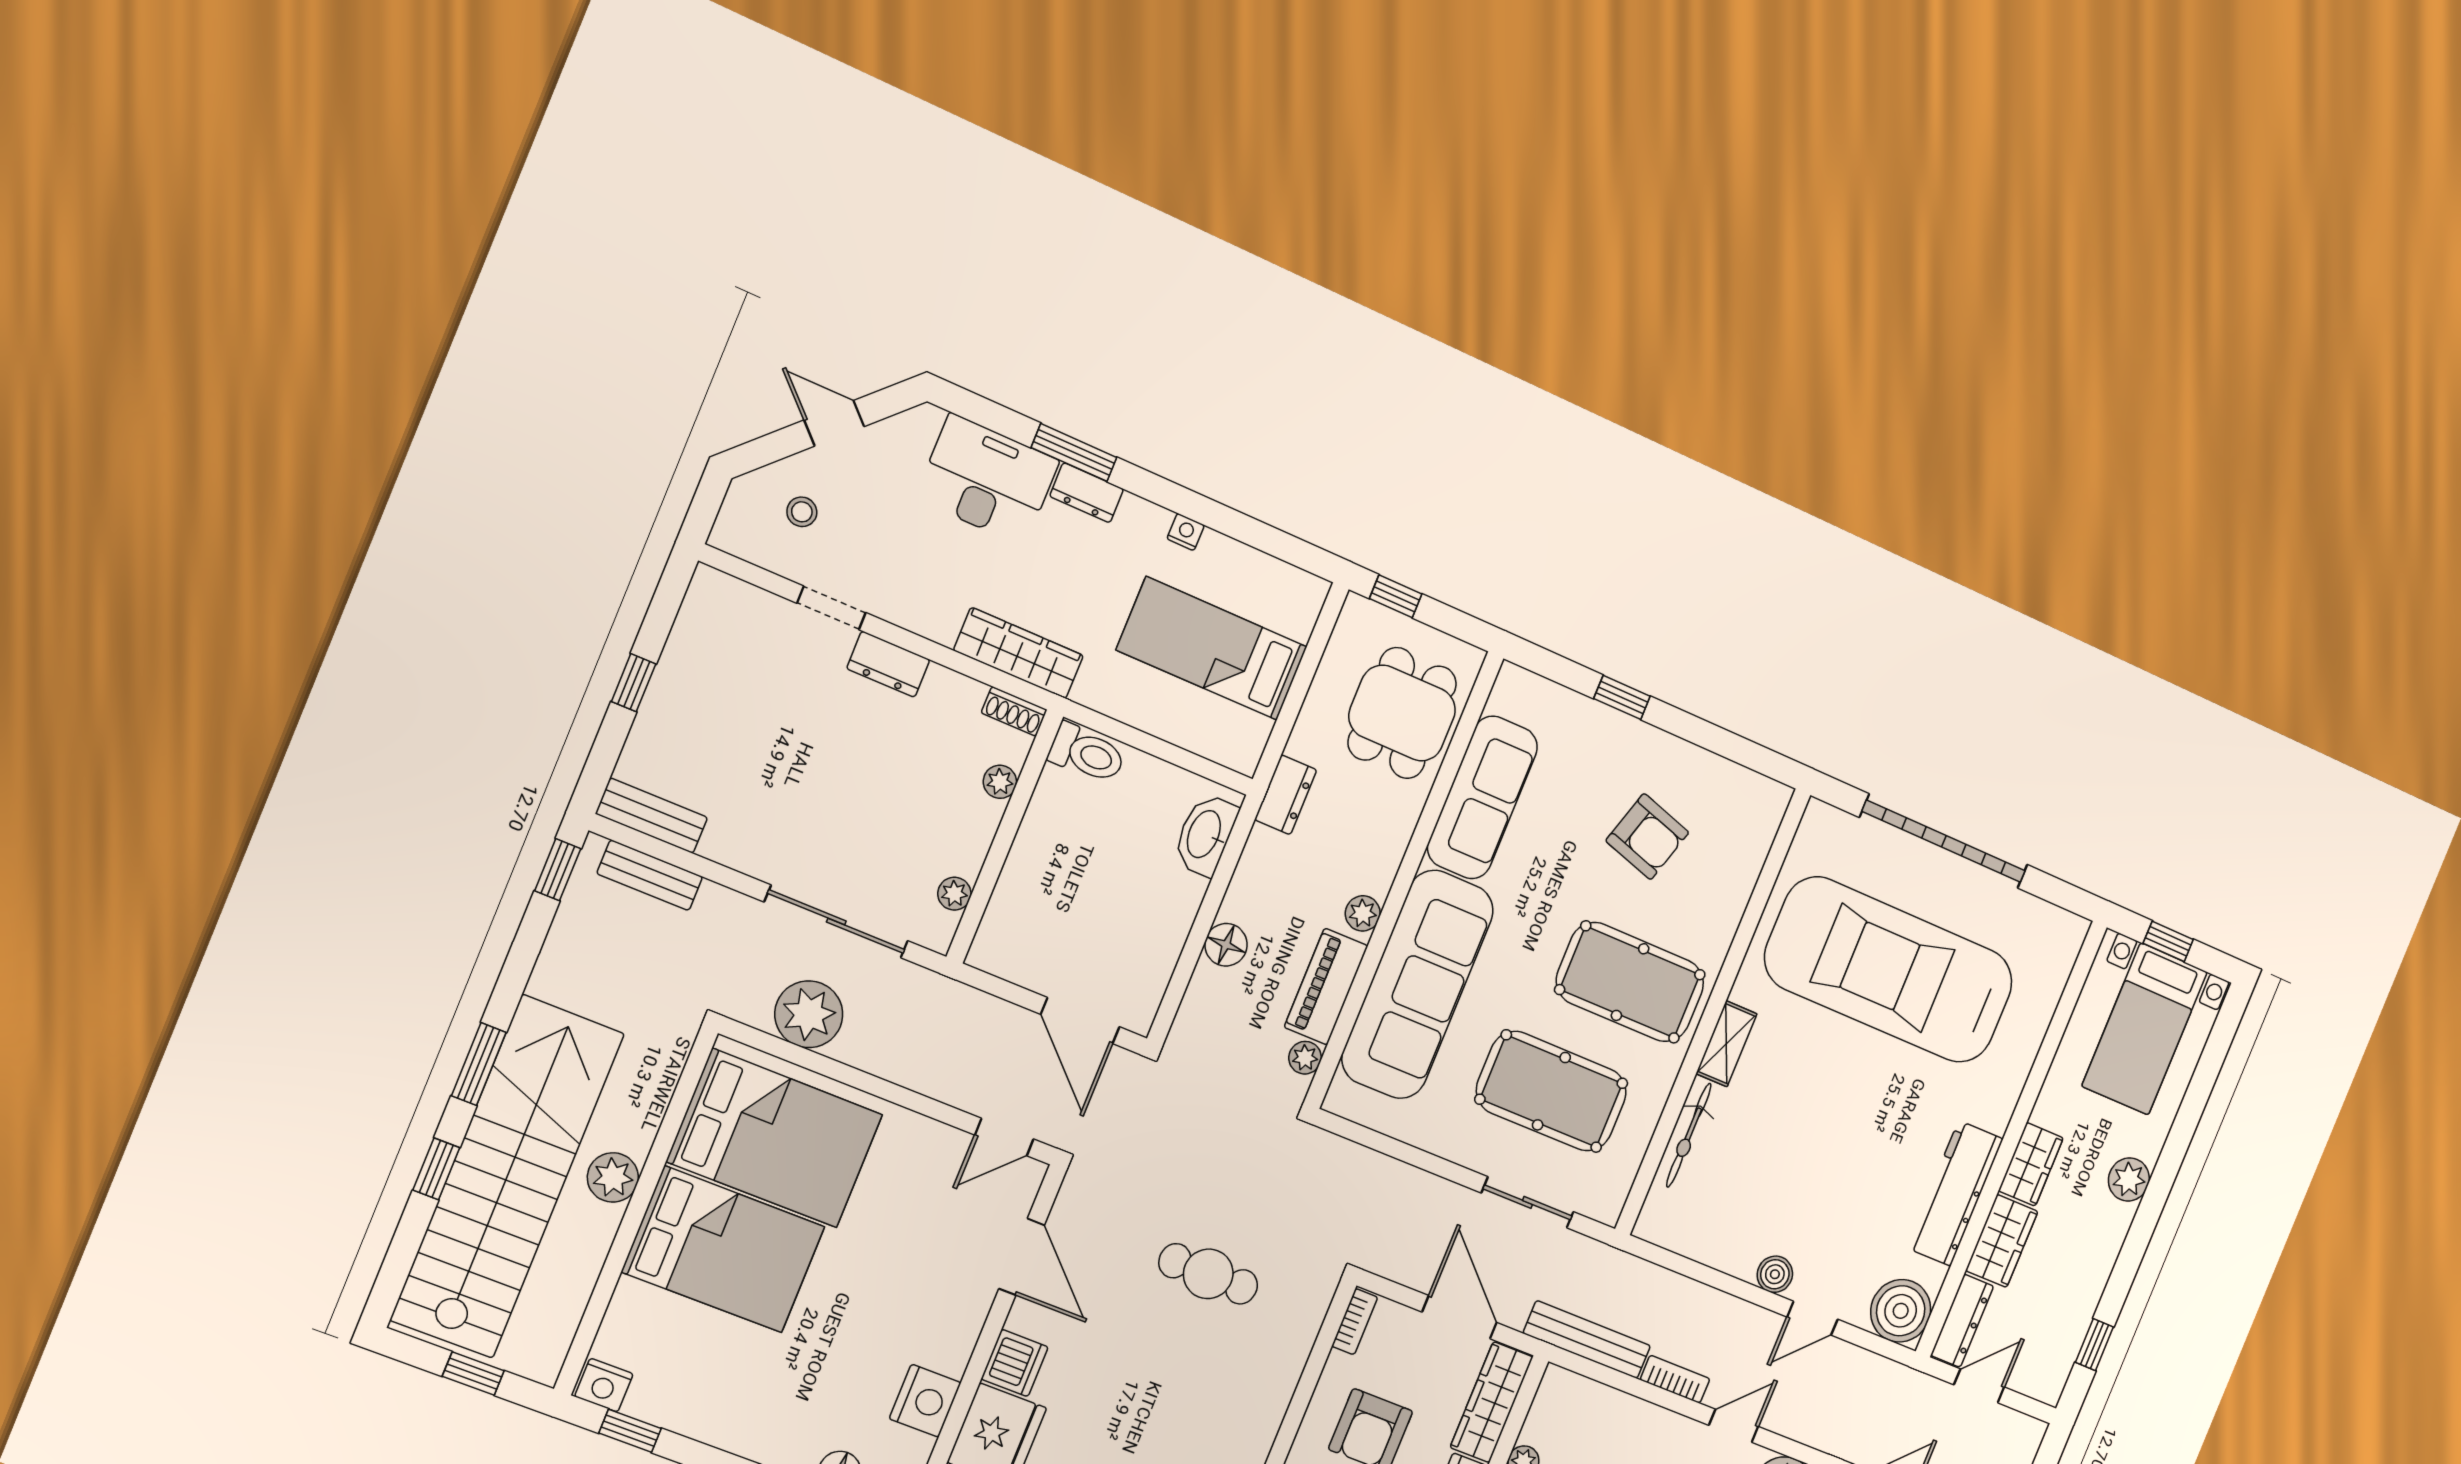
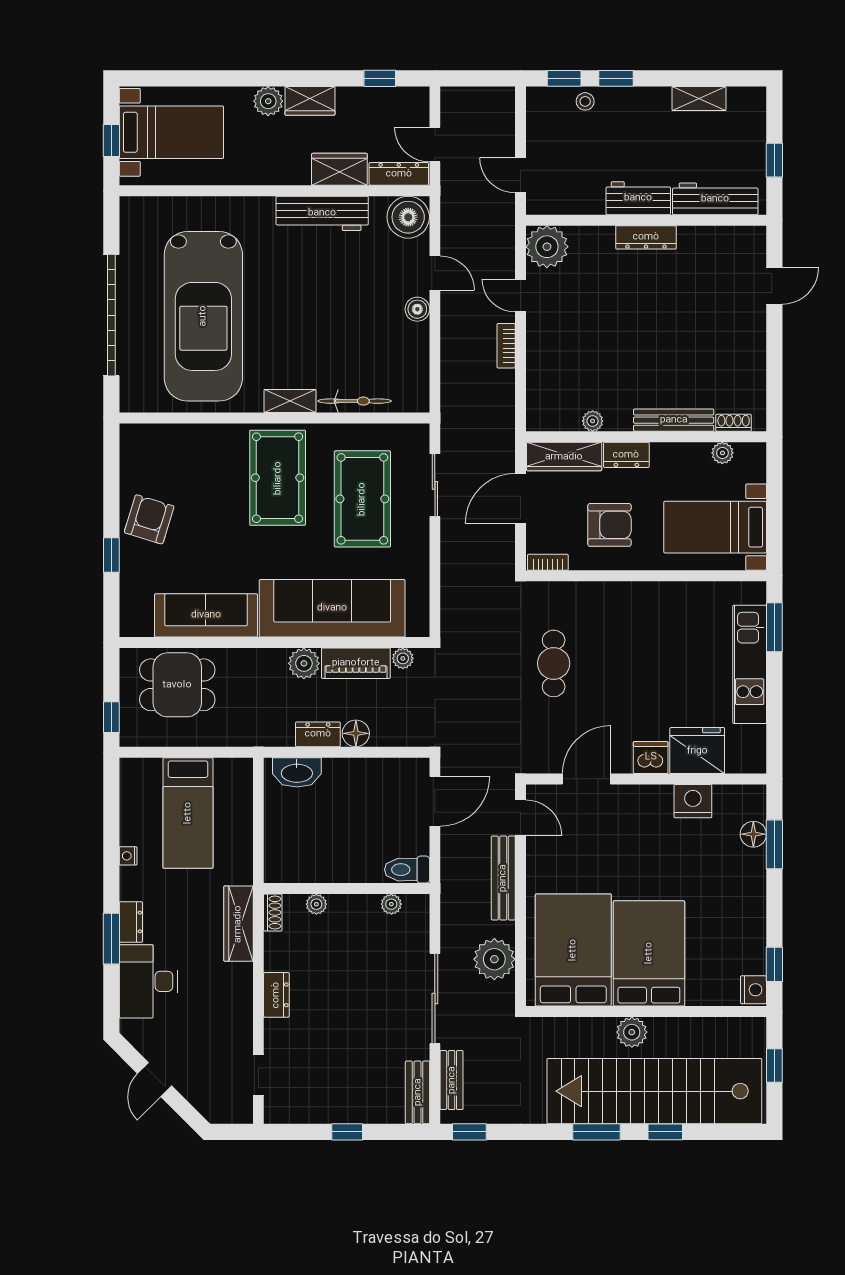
stool: (802, 512) -> (212, 1078), removed
doorway: (831, 608) -> (258, 1075), moved
toilet: (1087, 753) -> (407, 870), moved, turned -90
dresser: (1286, 795) -> (318, 734), moved
armchair: (1647, 837) -> (149, 519), moved
plant: (1363, 913) -> (304, 663), width x1.38, depth x1.38
sliding door: (836, 921) -> (435, 999), moved
wardrobe: (2031, 1164) -> (310, 101), moved, turned 180
bench: (1587, 1340) -> (503, 878), moved

